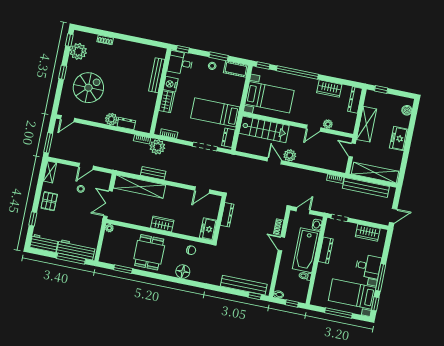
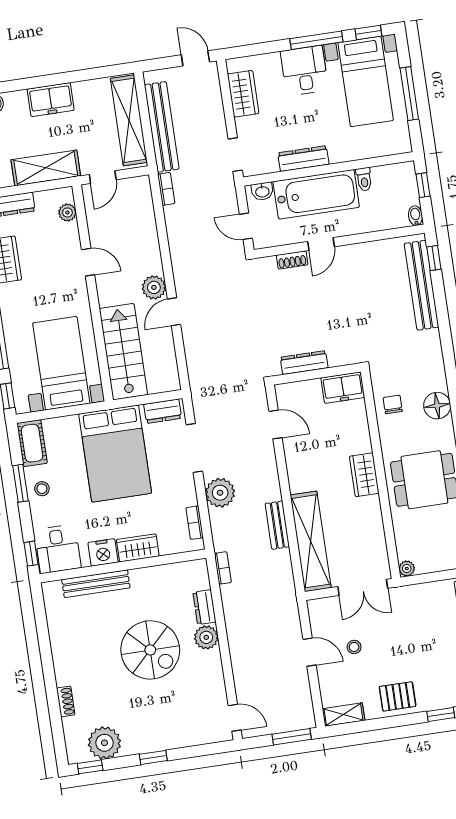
spiral stairs: (88, 88) -> (150, 650), moved, turned 180
bed: (215, 112) -> (115, 454), width x1.50
plant: (328, 124) -> (67, 213), moved
plant: (157, 147) -> (220, 493), moved

